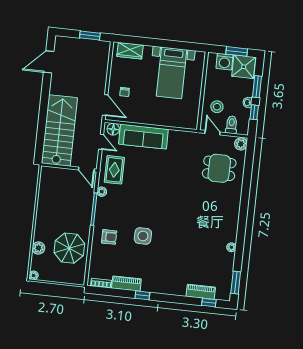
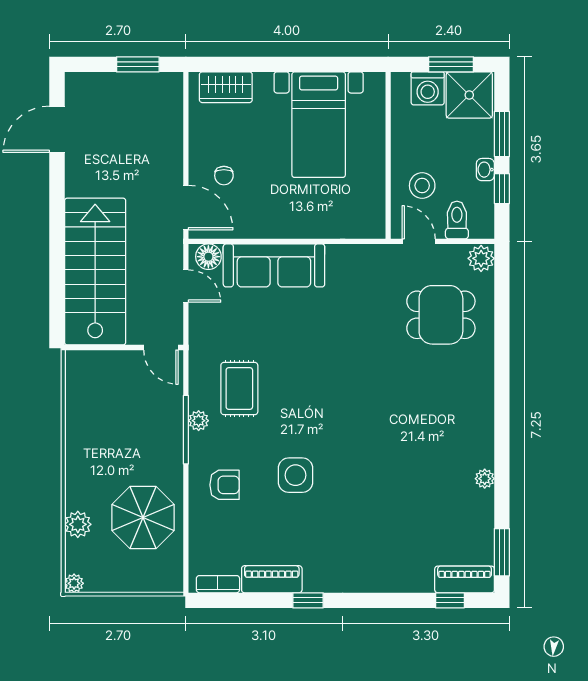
rug: (114, 170) -> (239, 389), moved
plant: (102, 192) -> (199, 421), moved
piano: (201, 292) -> (465, 579), moved

